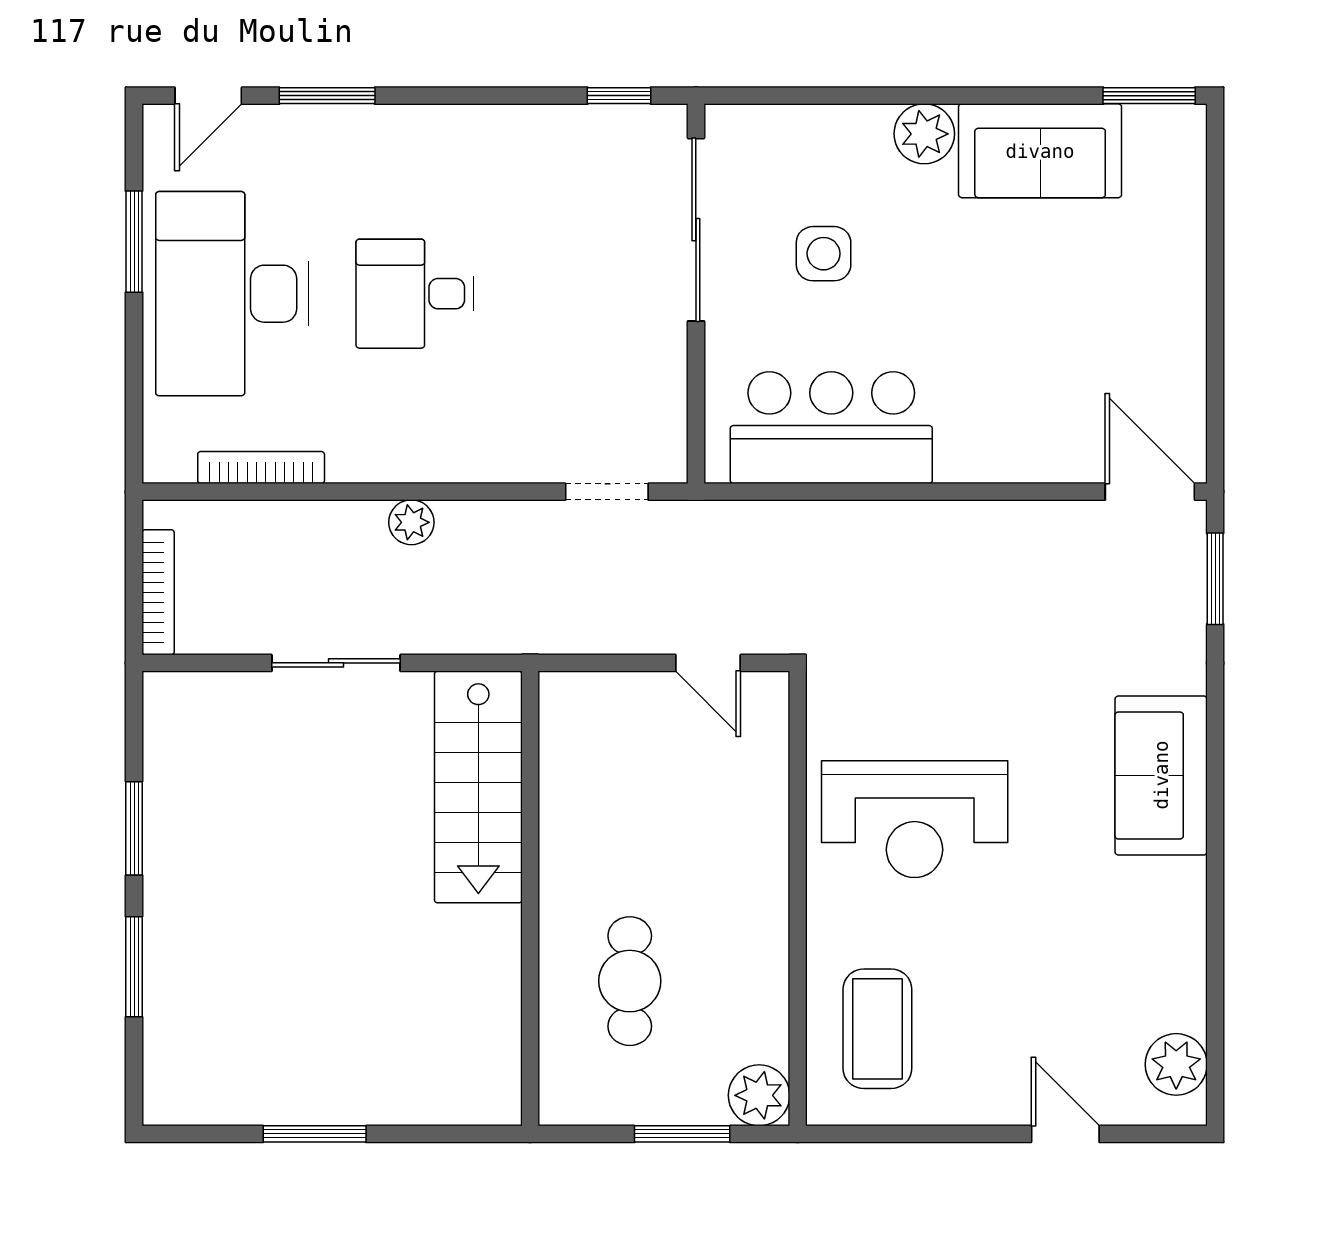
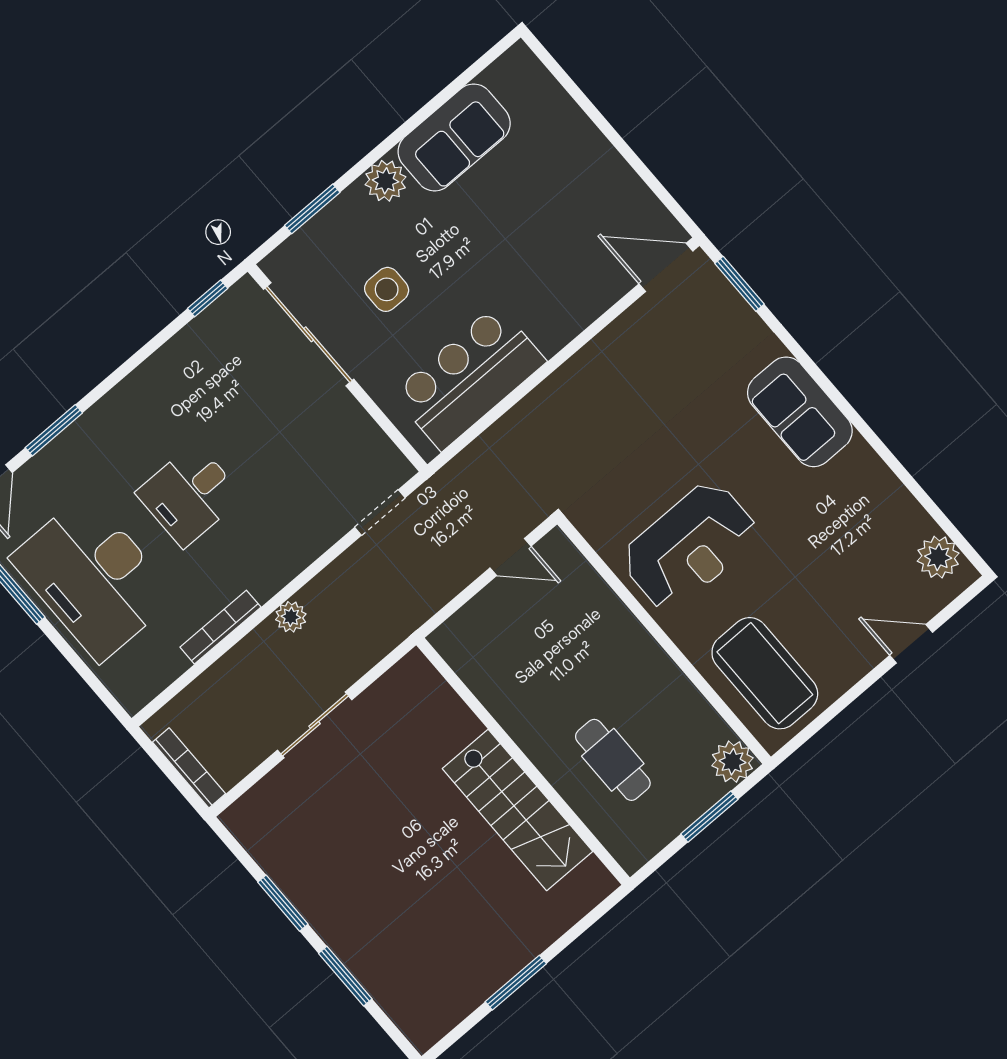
window: (1149, 96) -> (312, 209), moved
bookcase: (261, 467) -> (220, 627), moved
stairs: (478, 787) -> (517, 810), moved
coffee table: (877, 1029) -> (765, 673), width x1.36, depth x1.32

